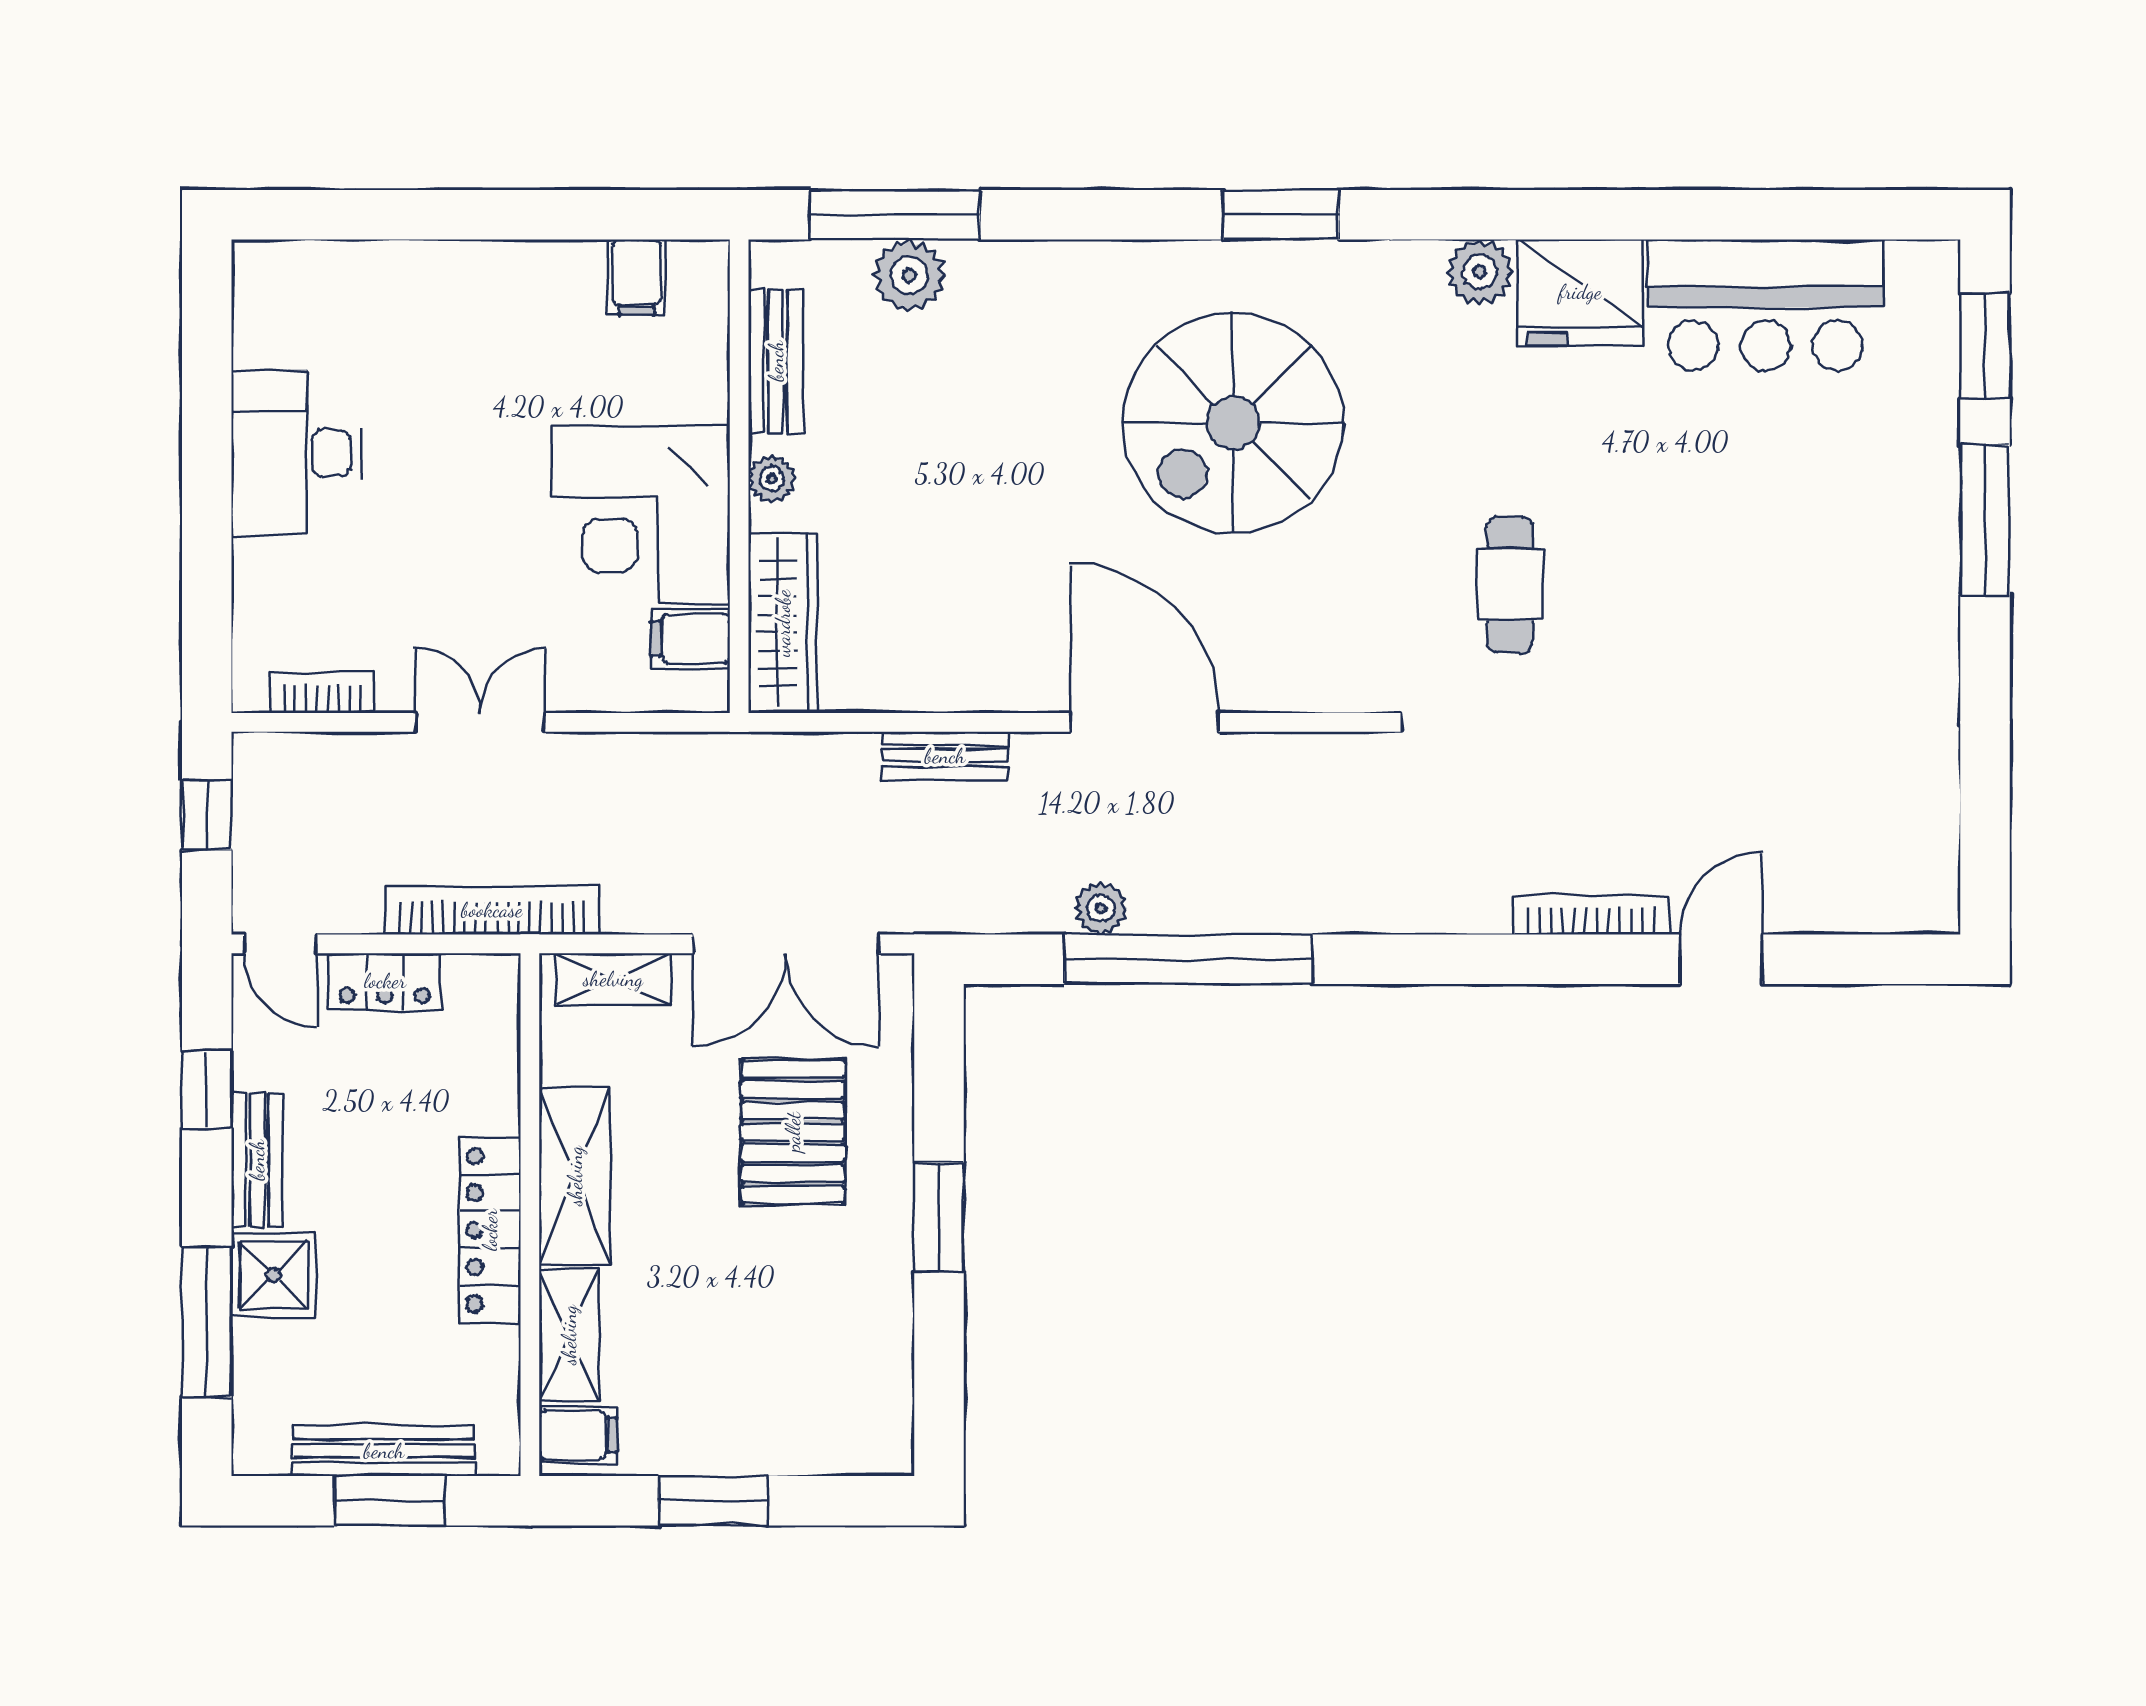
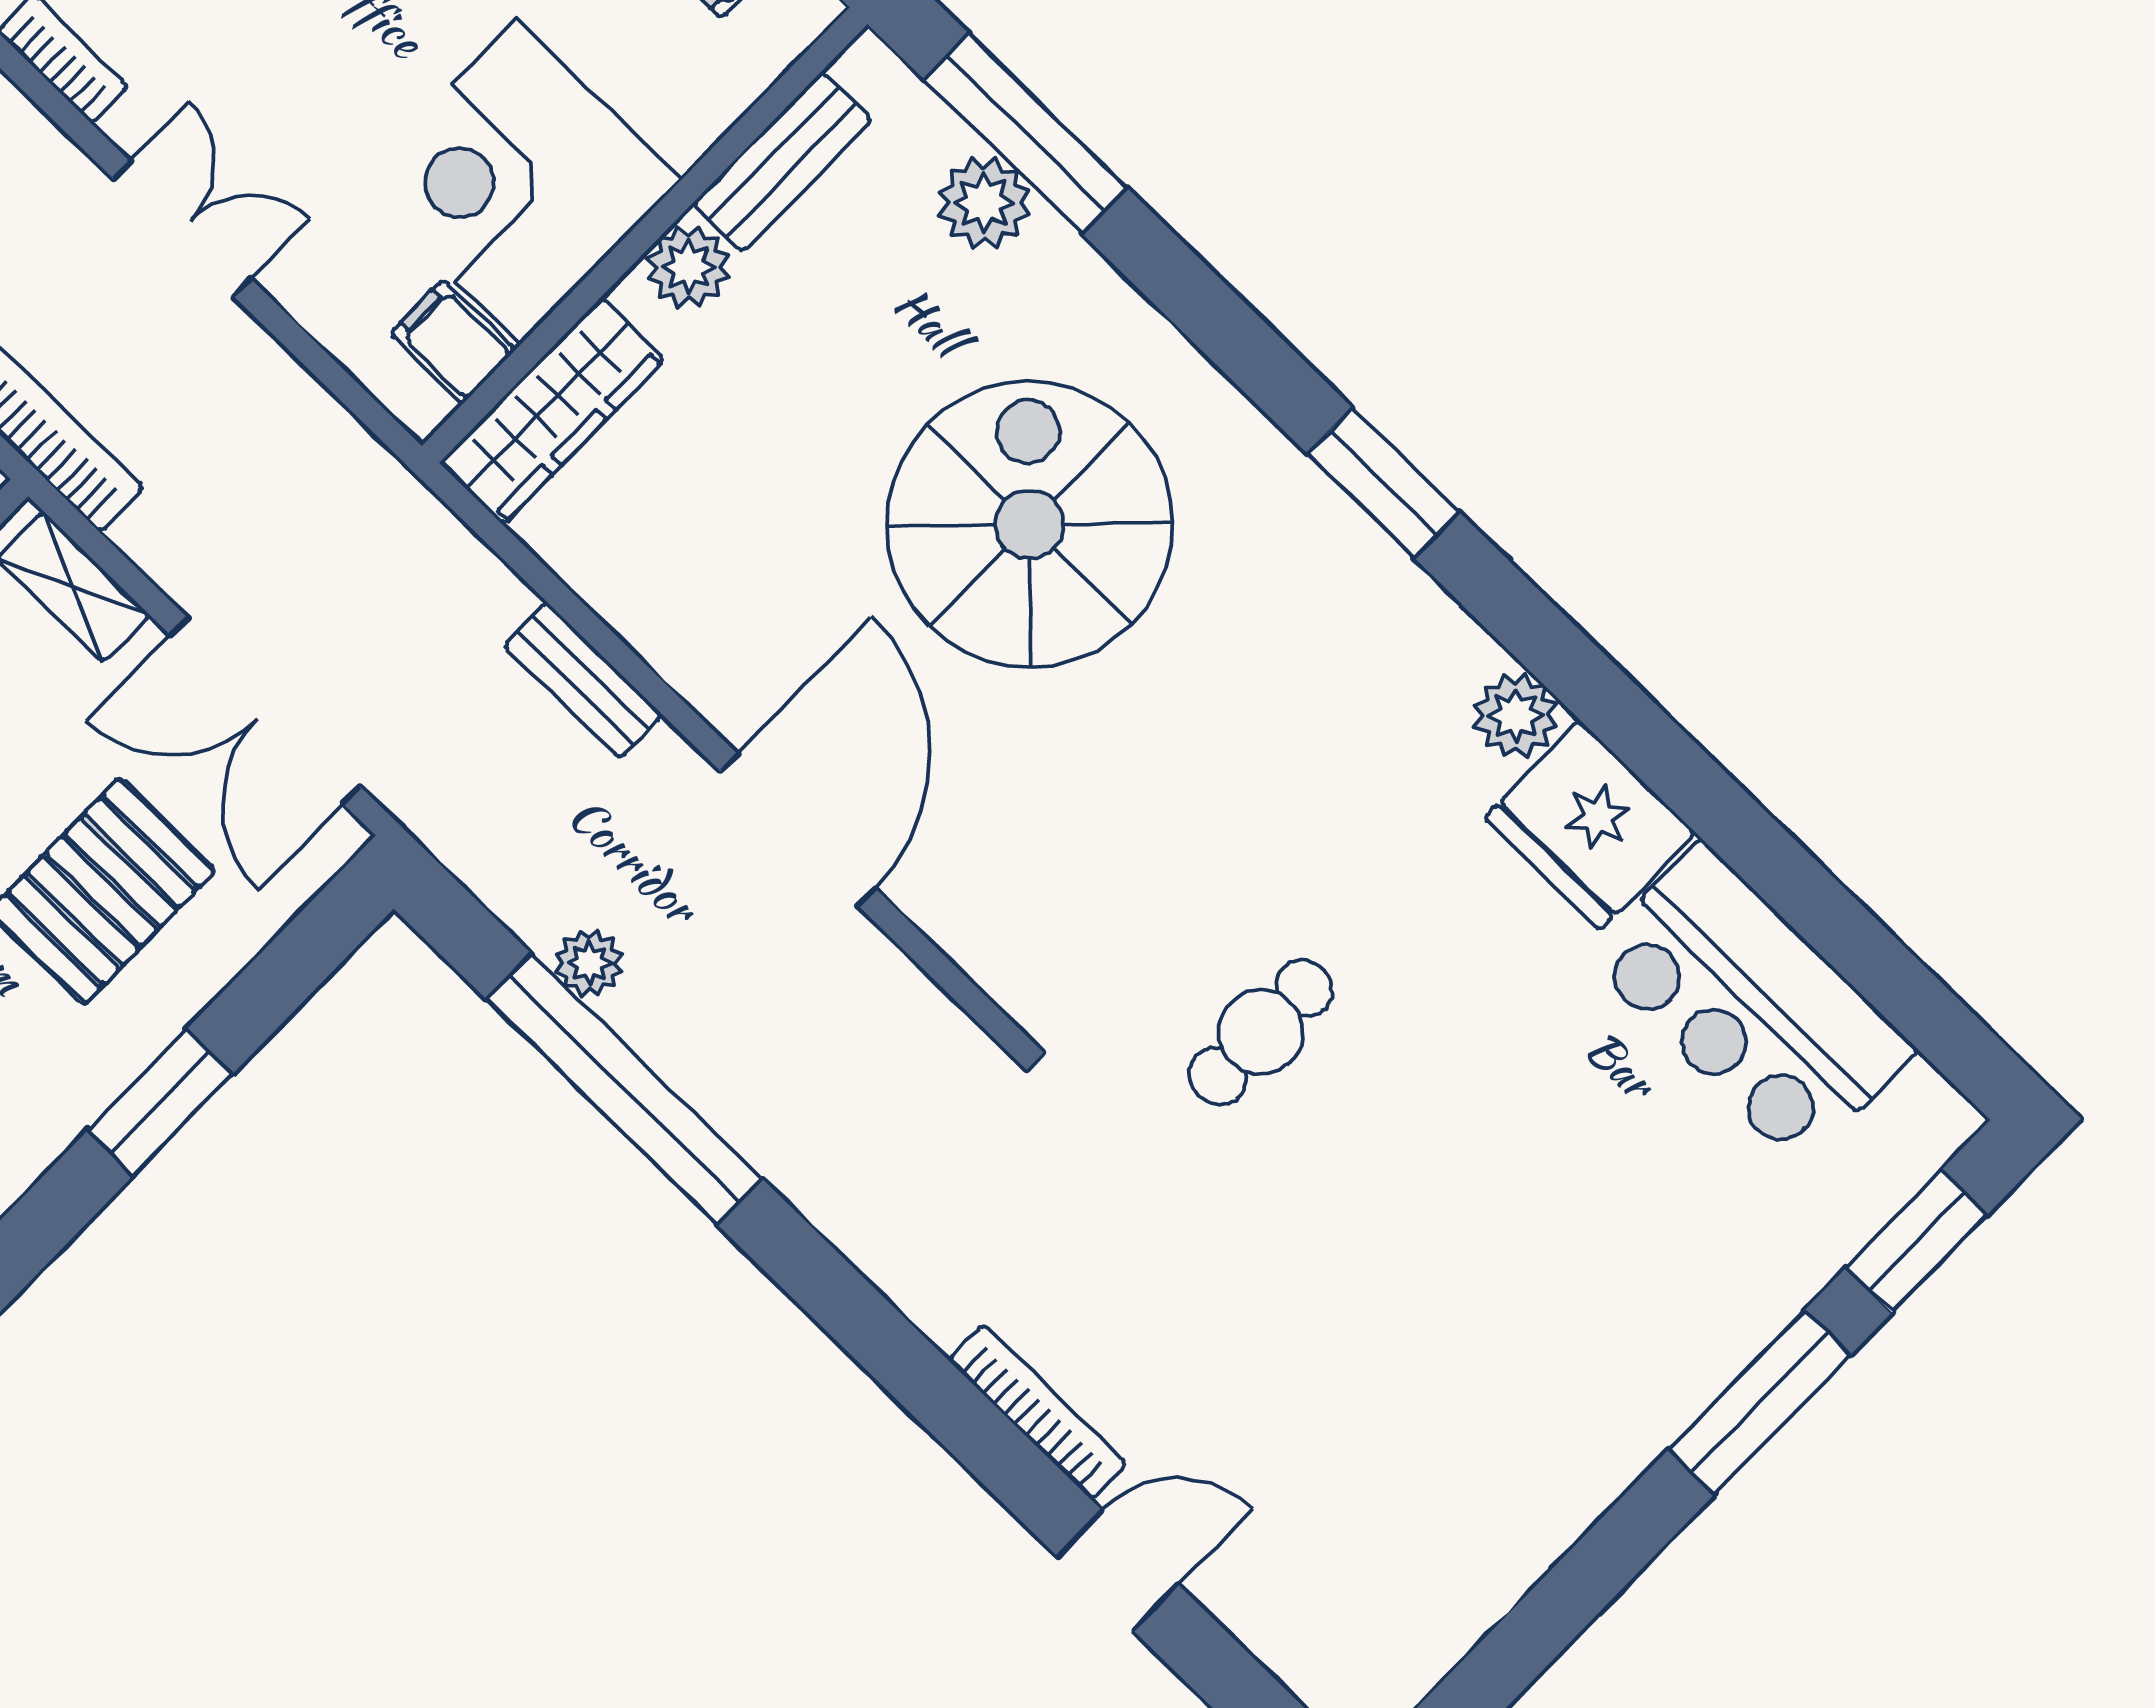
spiral stairs: (1233, 423) -> (1029, 524), moved, turned 90
plant: (772, 479) -> (689, 267), width x1.38, depth x1.38

